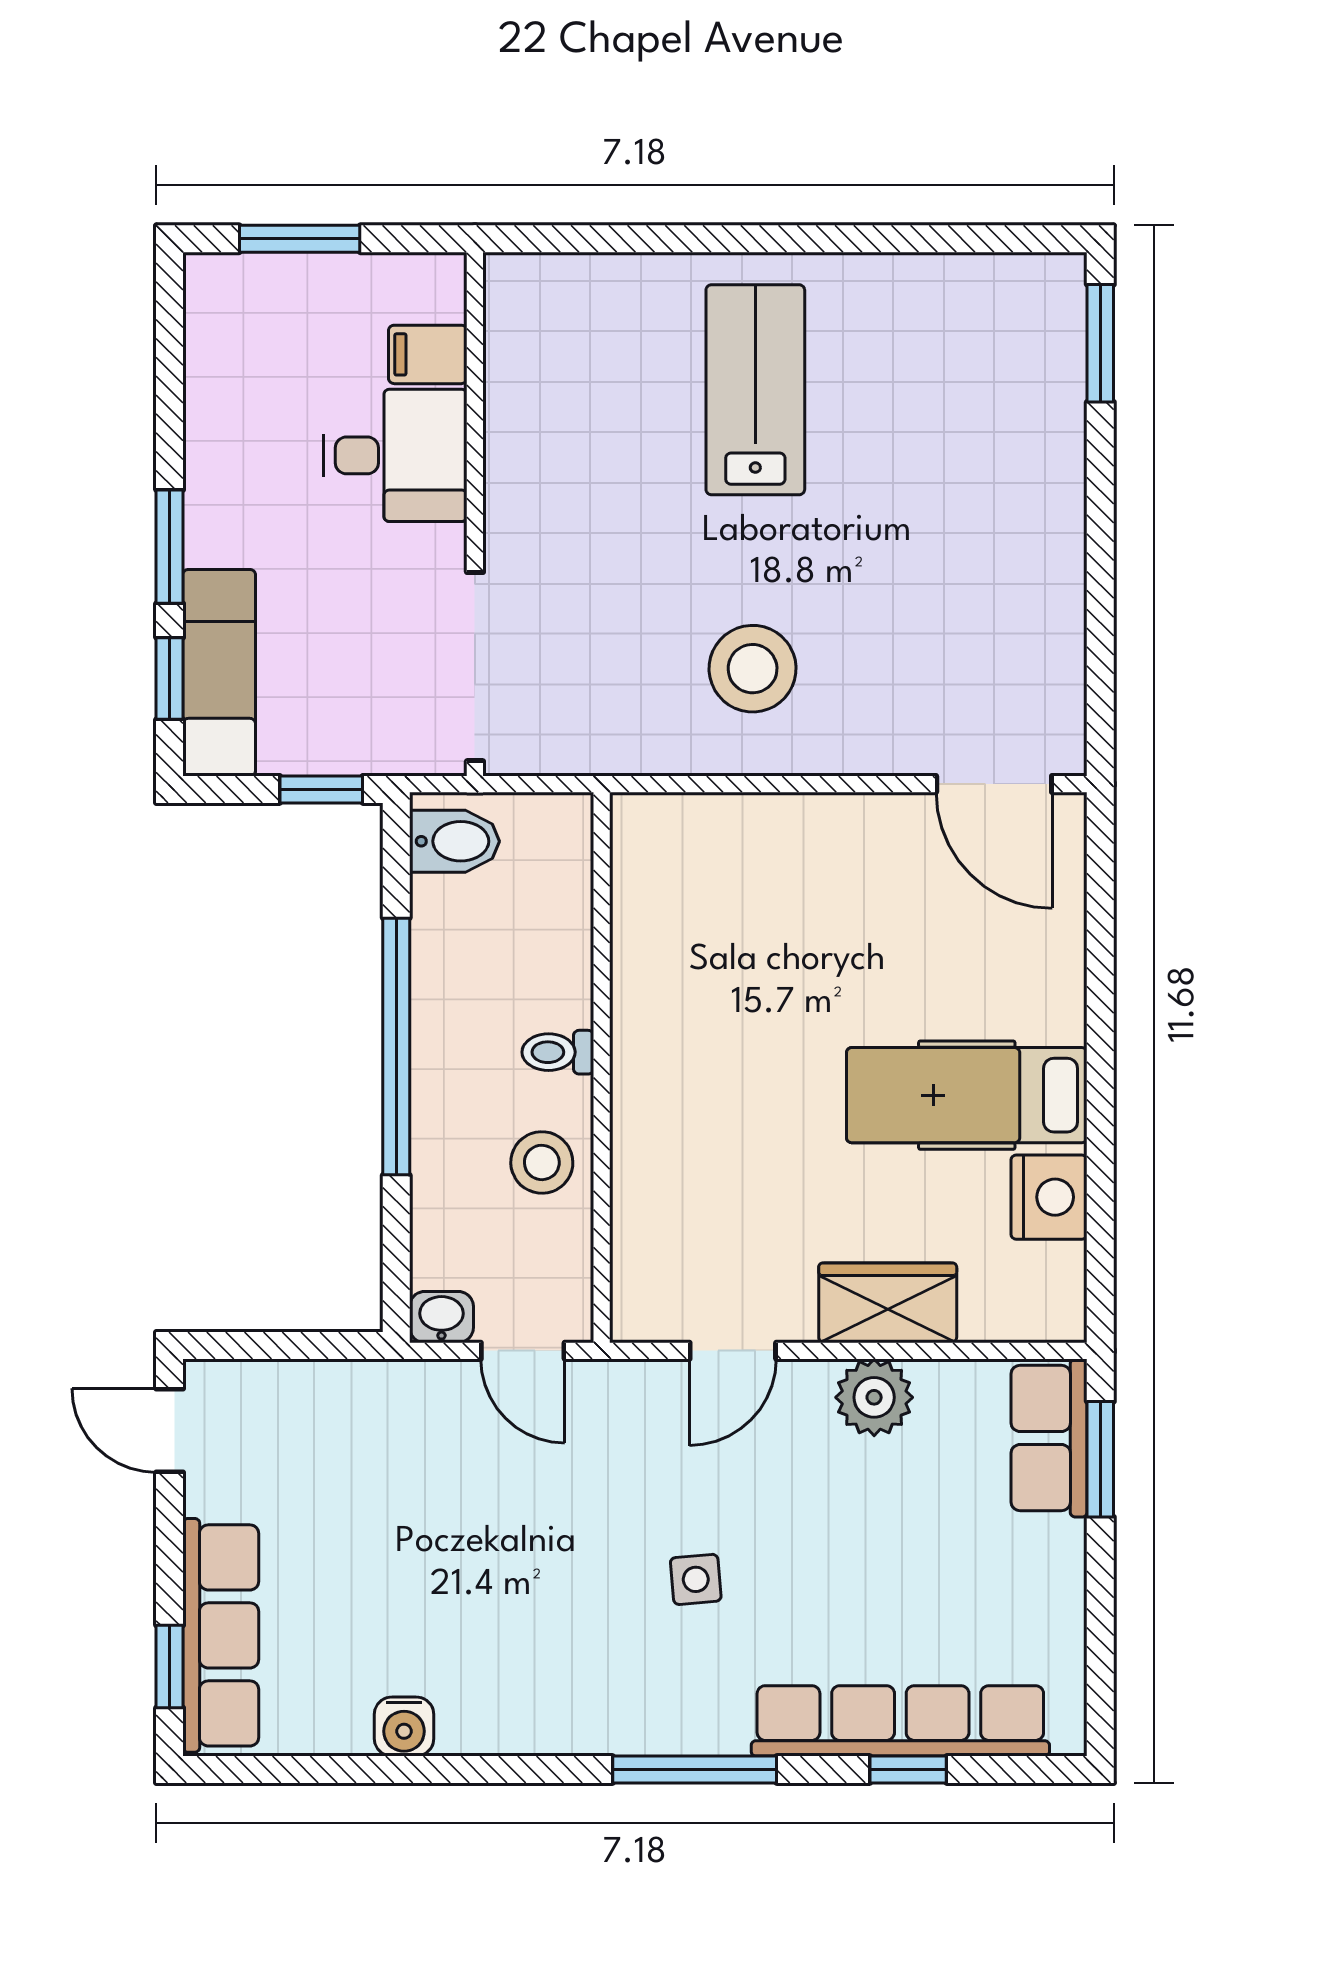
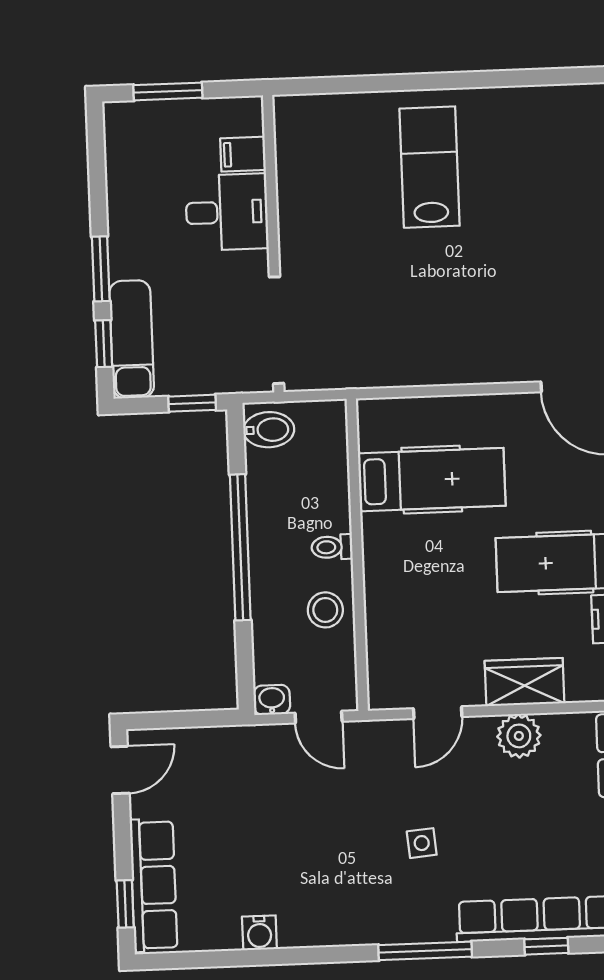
stool: (753, 669) -> (434, 325), removed
hospital bed: (738, 940) -> (432, 480), added
door: (170, 1430) -> (120, 770), swing flipped

